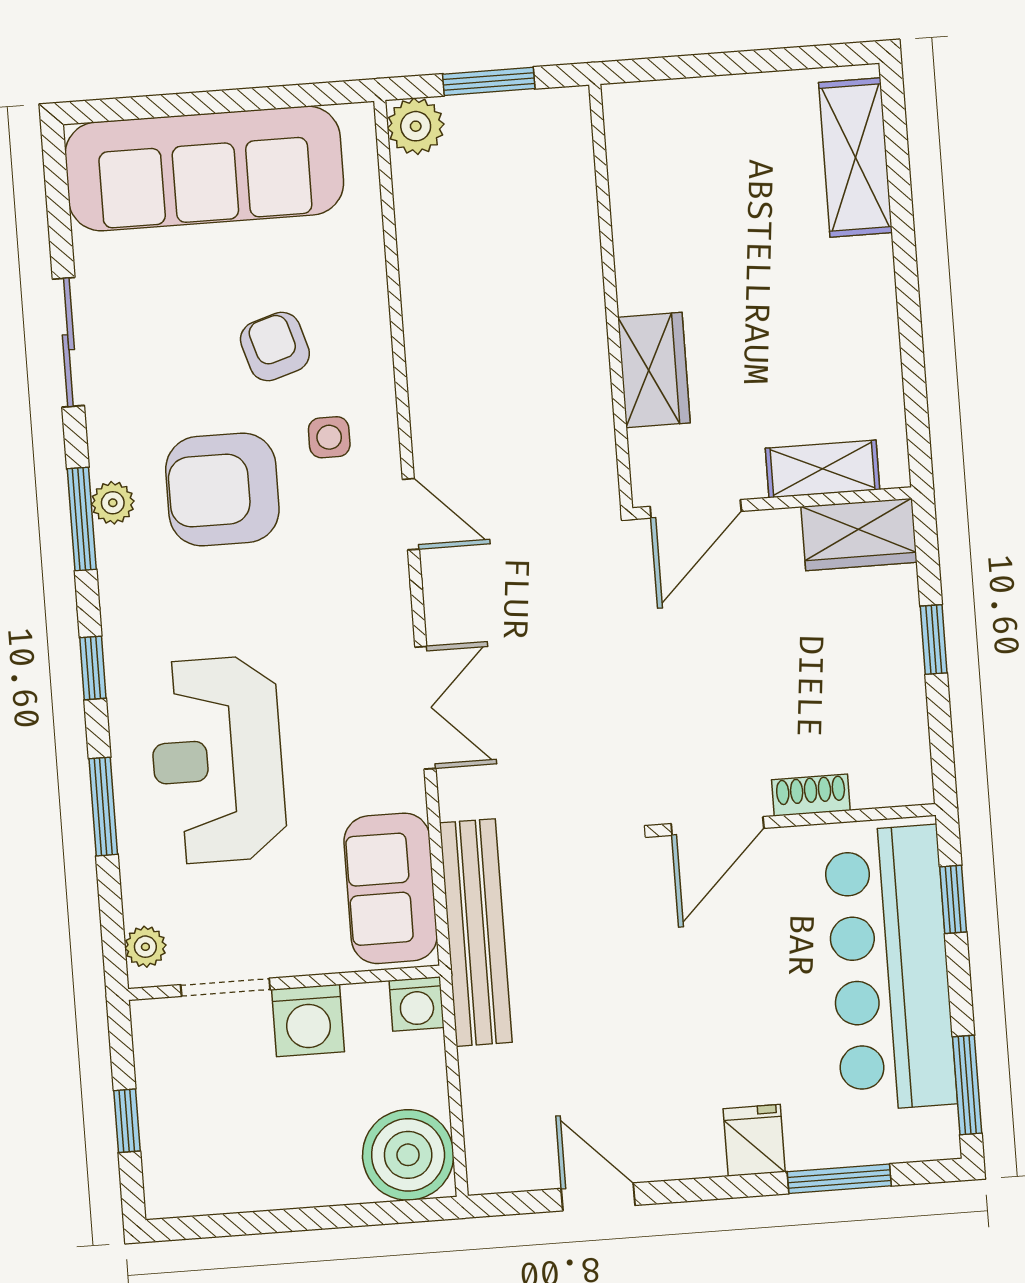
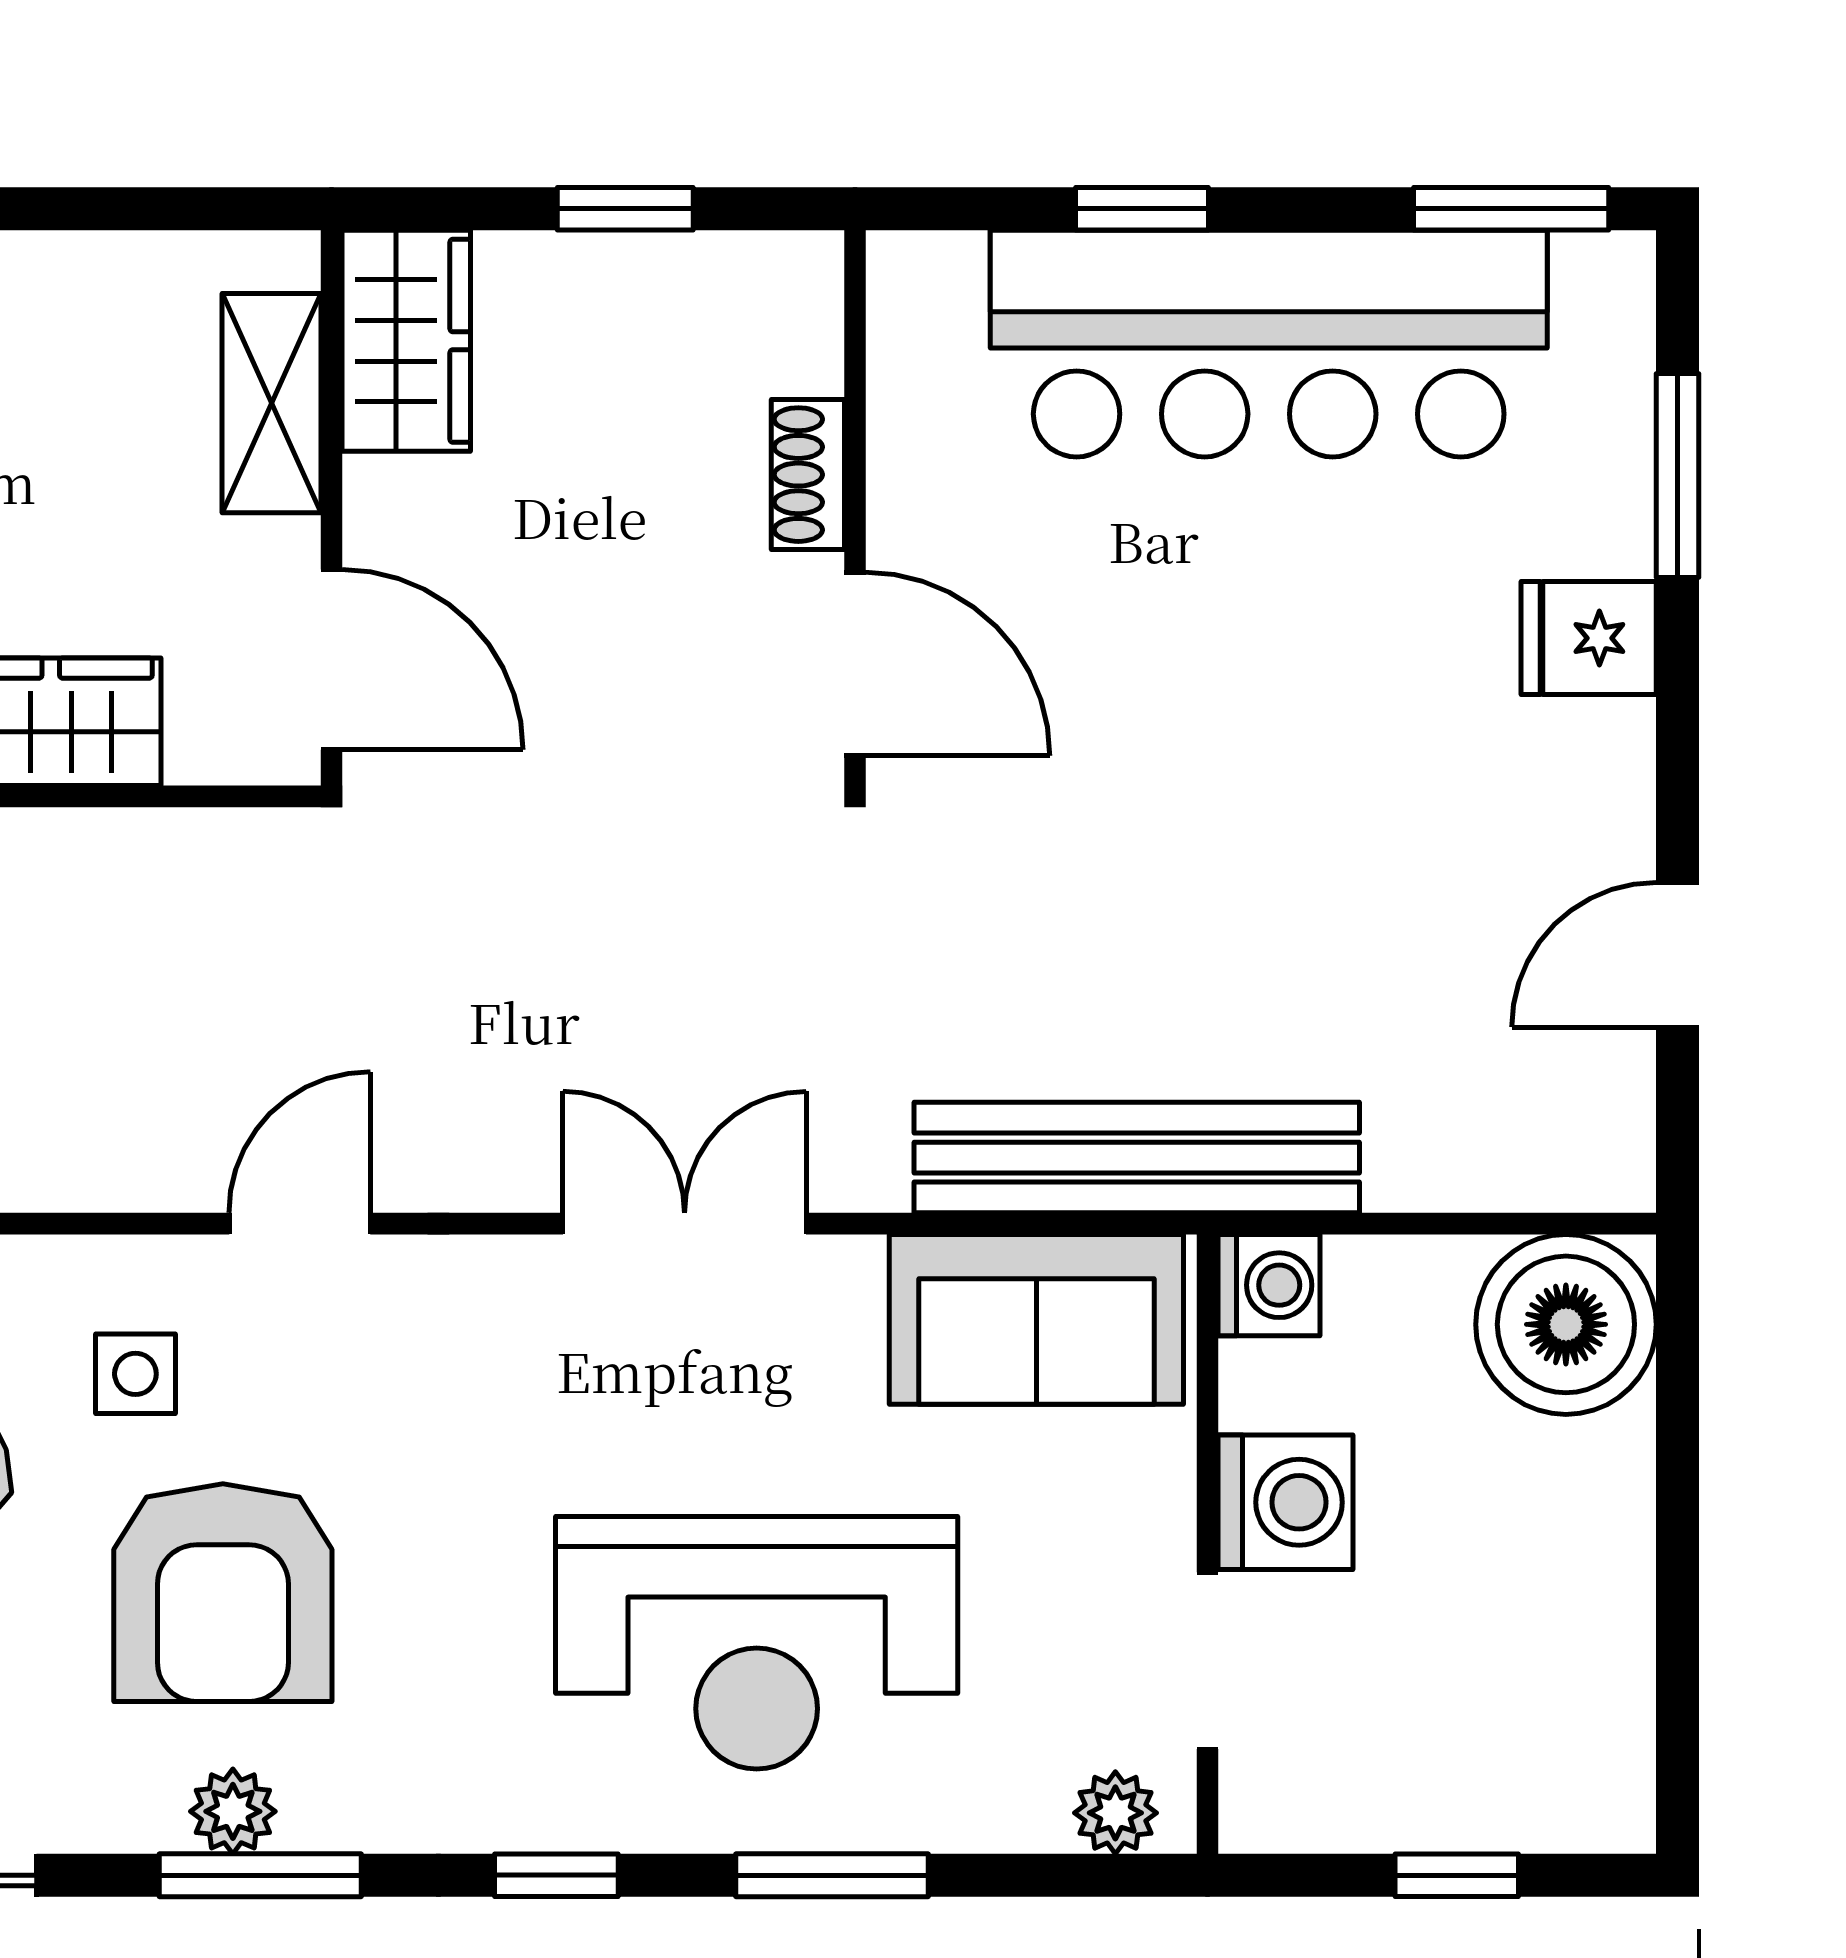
shoe rack: (811, 795) -> (808, 475), moved
wall: (796, 820) -> (855, 508), moved
door: (717, 826) -> (855, 664), moved

